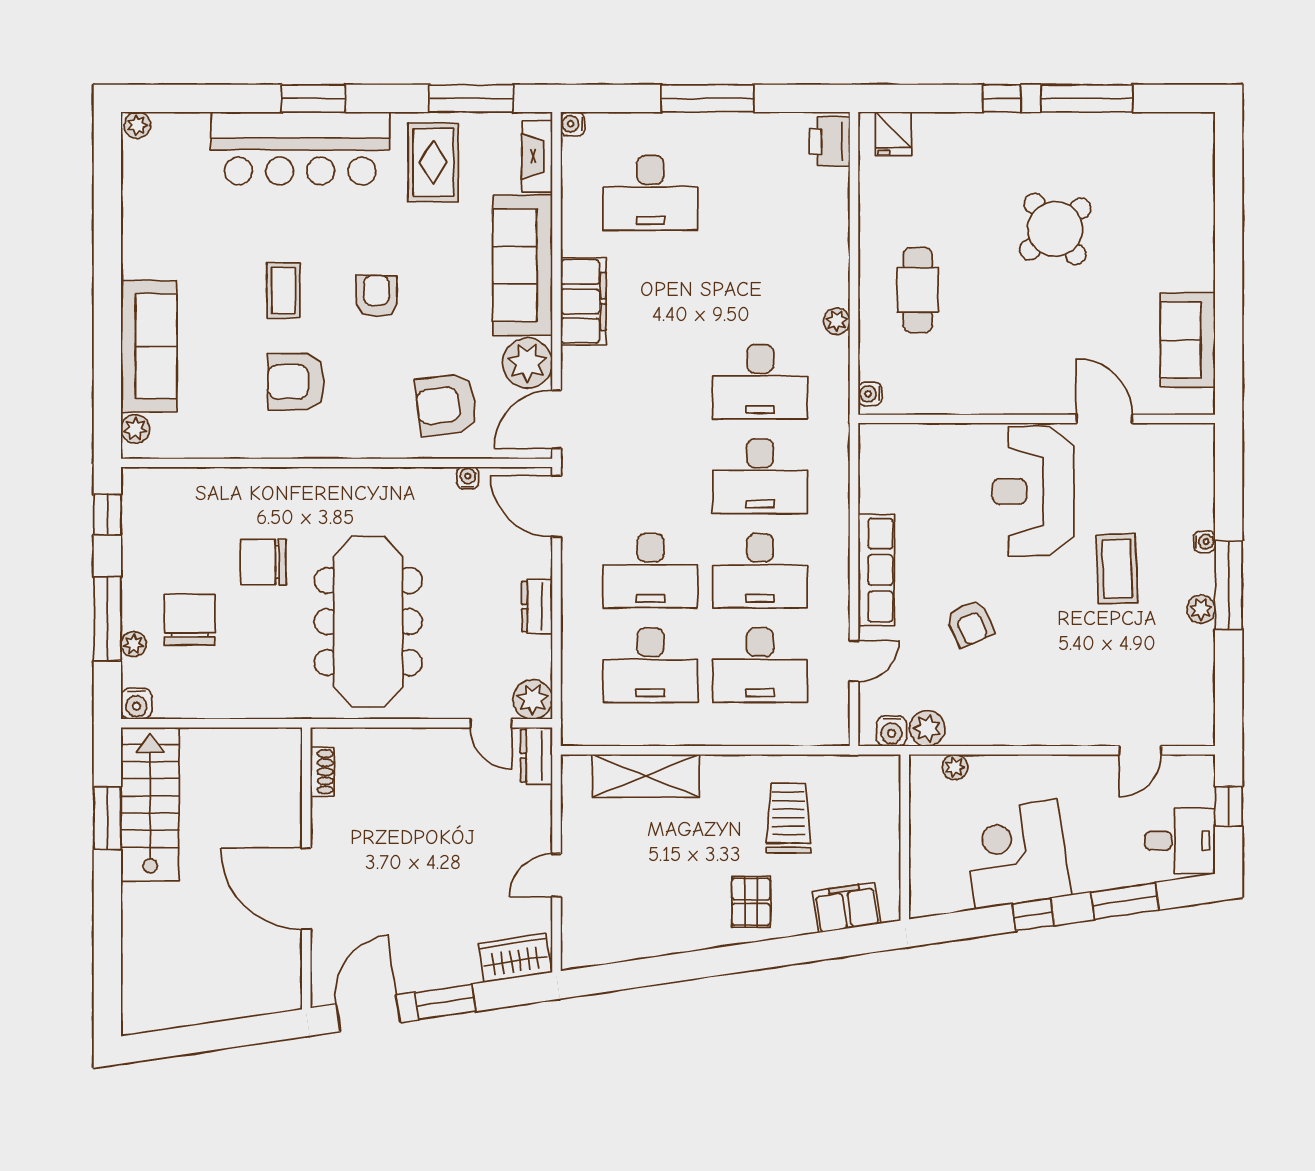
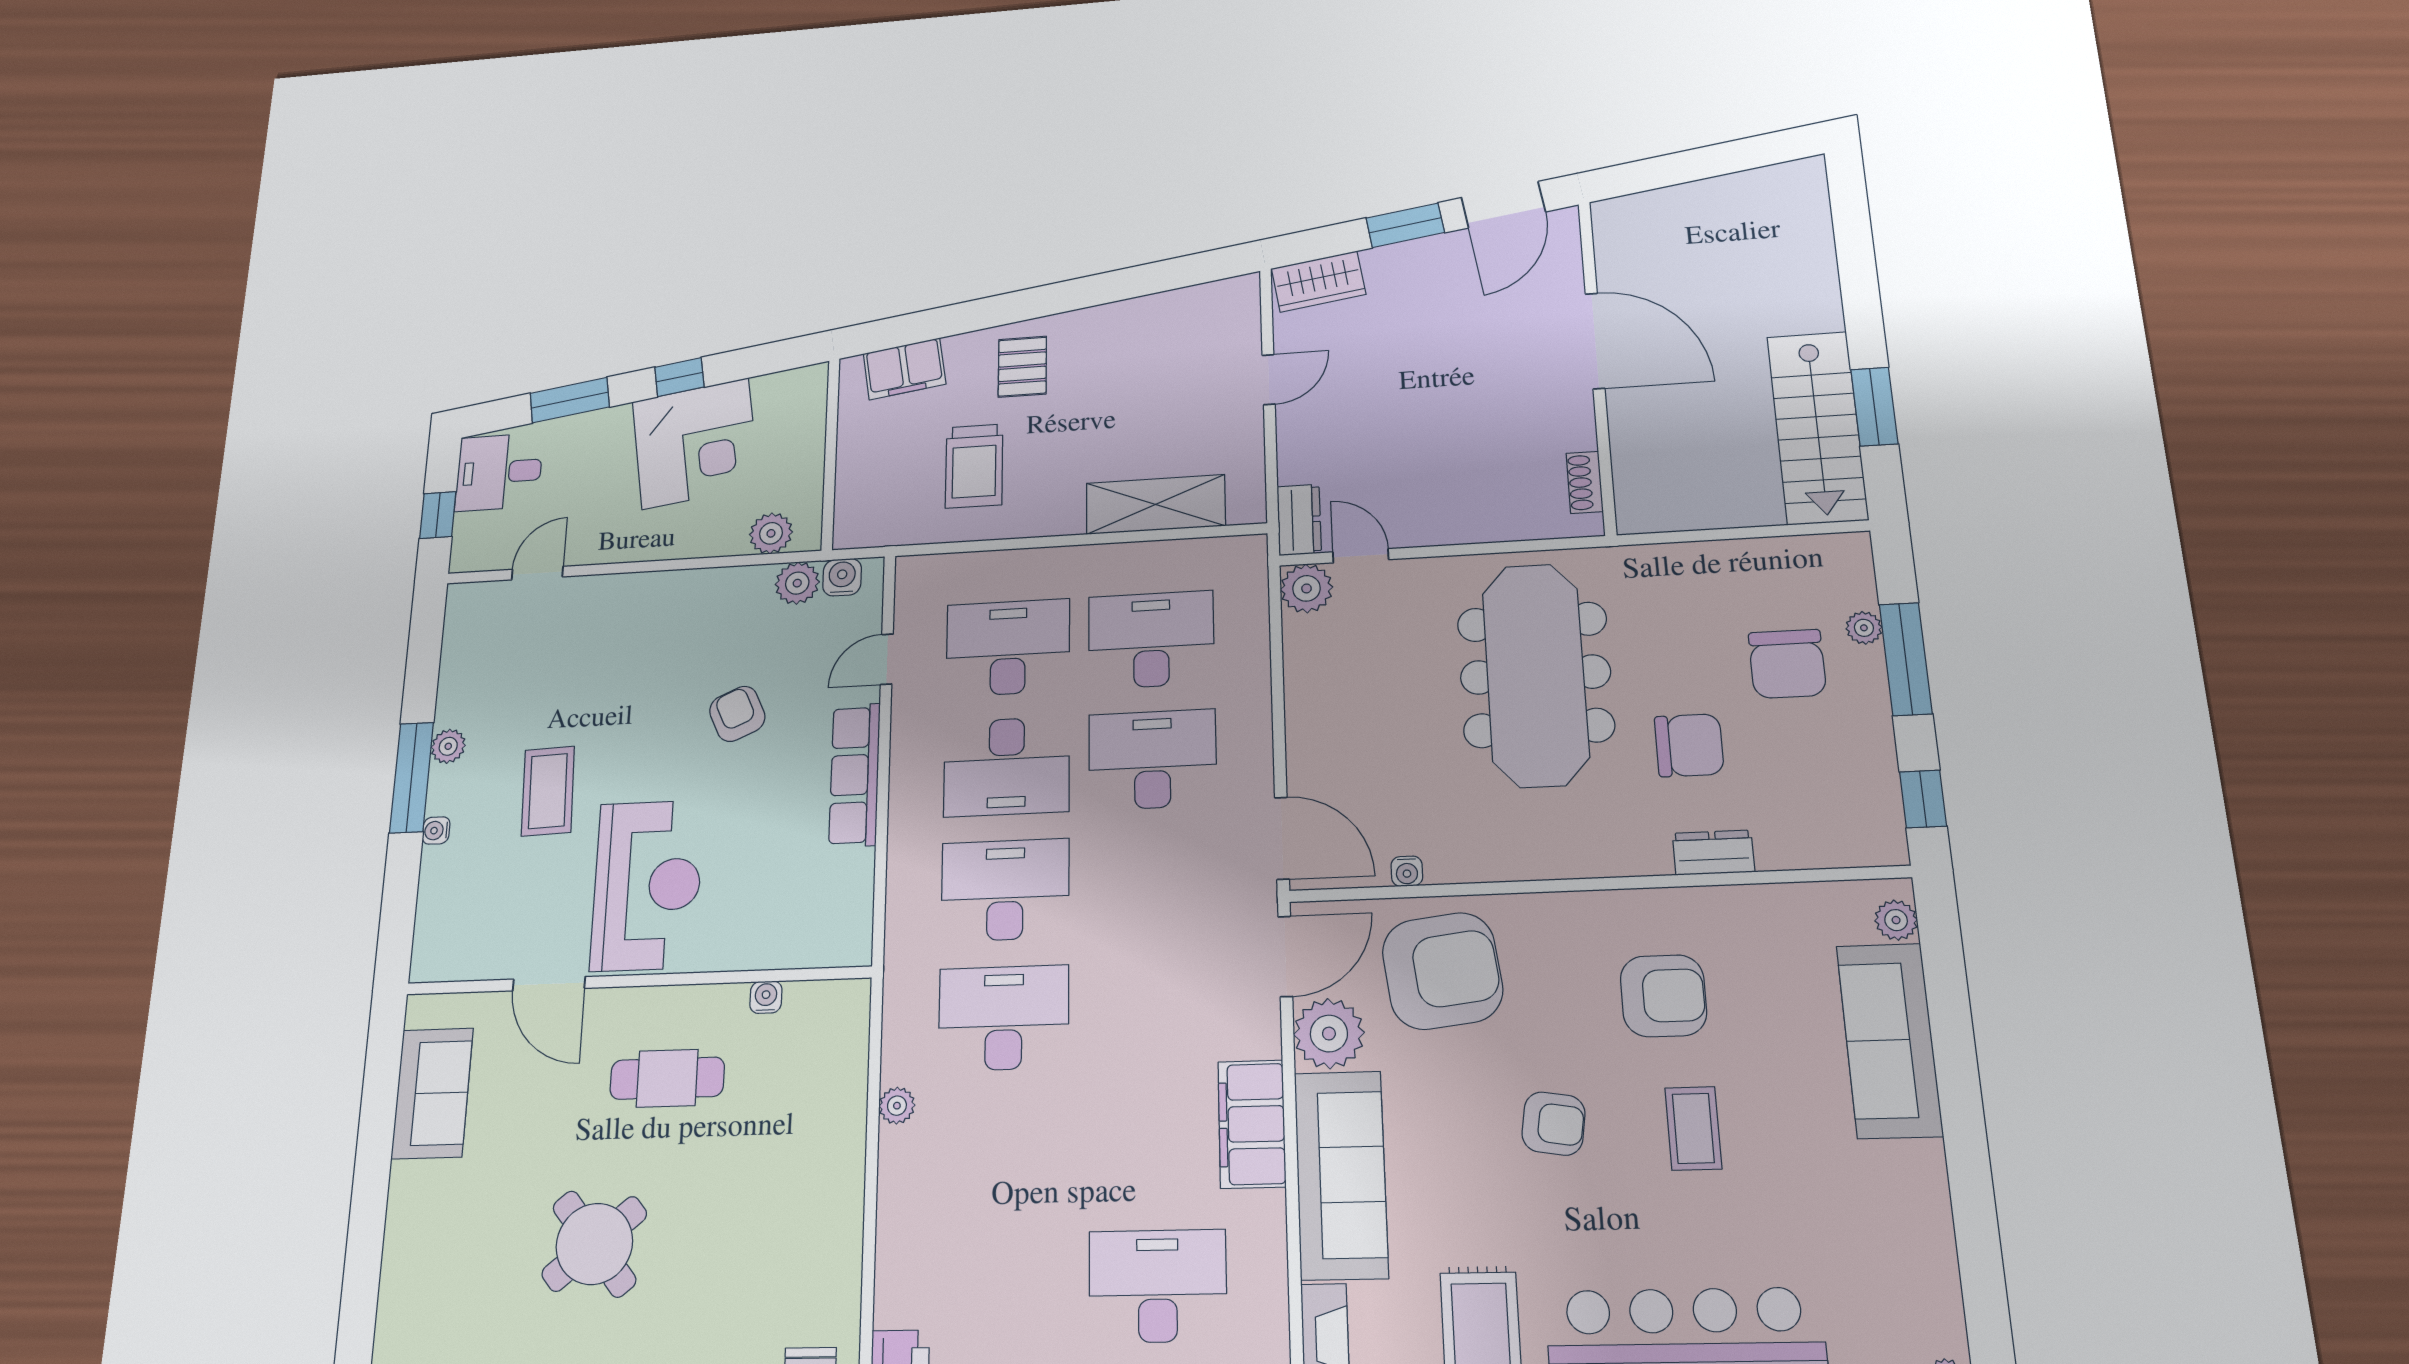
cafe table: (918, 290) -> (667, 1078), moved, turned 90
armchair: (376, 296) -> (1553, 1124), turned -81
water cooler: (870, 394) -> (766, 997), moved, turned -90
armchair: (446, 405) -> (1442, 971), width x1.36, depth x1.36
desk: (760, 571) -> (1007, 767), turned 180
dresser: (537, 607) -> (1713, 853), moved, turned -90
water cooler: (136, 704) -> (1851, 551), removed
plant: (955, 767) -> (771, 533), width x1.38, depth x1.38

